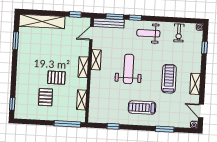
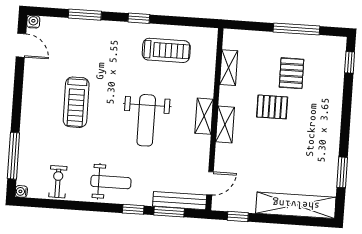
window: (204, 48) -> (13, 156), width x2.17
shelving: (96, 60) -> (204, 116), moved
shelving: (195, 84) -> (31, 93), removed
treadmill: (142, 108) -> (166, 50), moved
window: (67, 124) -> (296, 29), moved
window: (113, 126) -> (139, 18), moved

